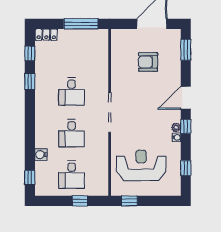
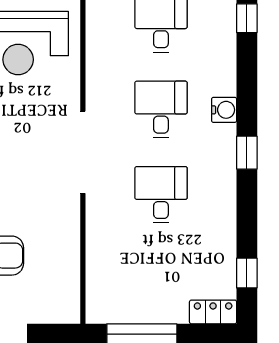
window: (30, 81) -> (247, 153), moved
water cooler: (41, 155) -> (224, 110), moved

